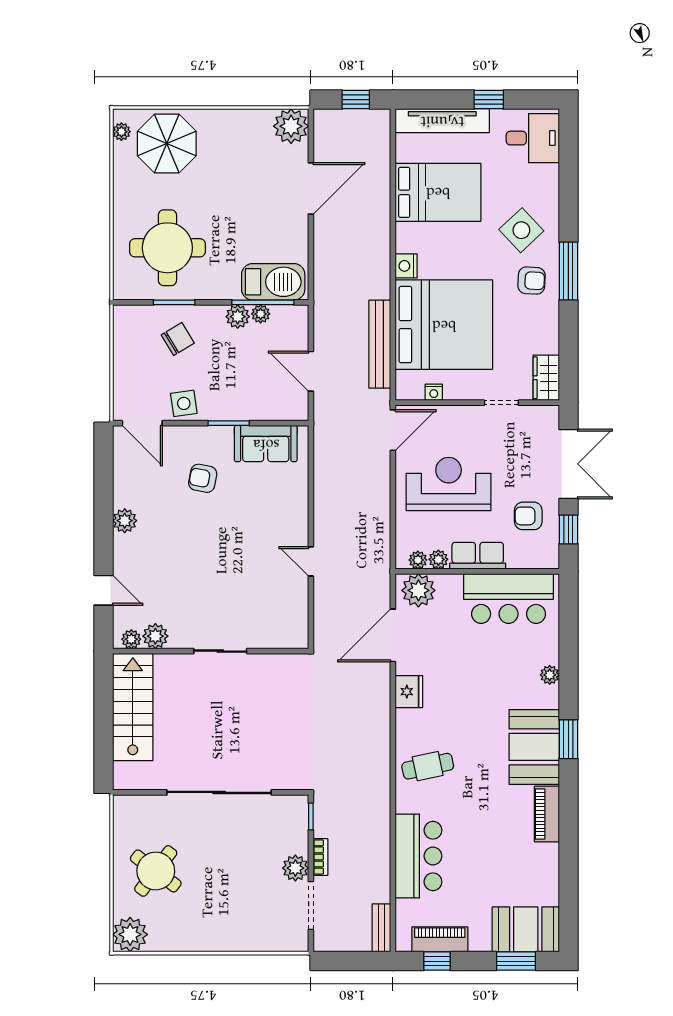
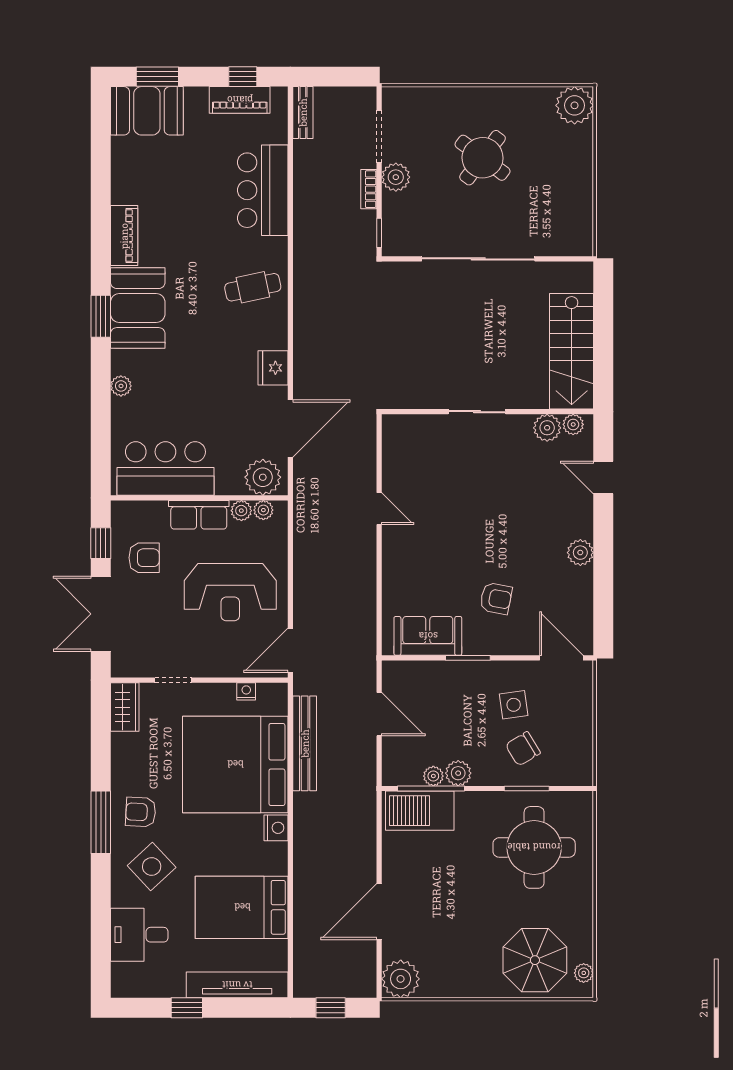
desk: (533, 138) -> (139, 935), moved
side table: (184, 403) -> (514, 705), moved
round table: (156, 871) -> (483, 158), moved

